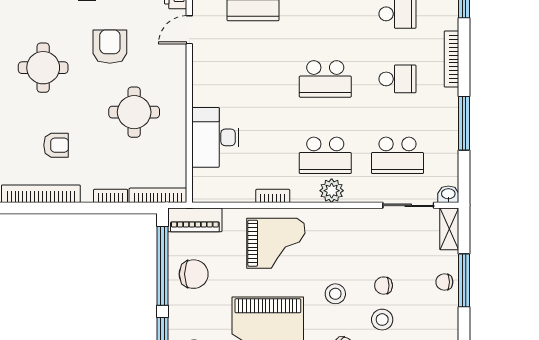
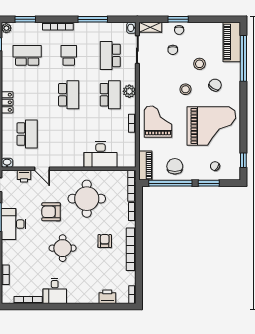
round table: (134, 112) -> (87, 199), width x1.36, depth x1.36
school desk: (397, 155) -> (110, 55), turned 180
window: (464, 280) -> (178, 19), width x0.69
chair: (384, 286) -> (173, 50), moved

